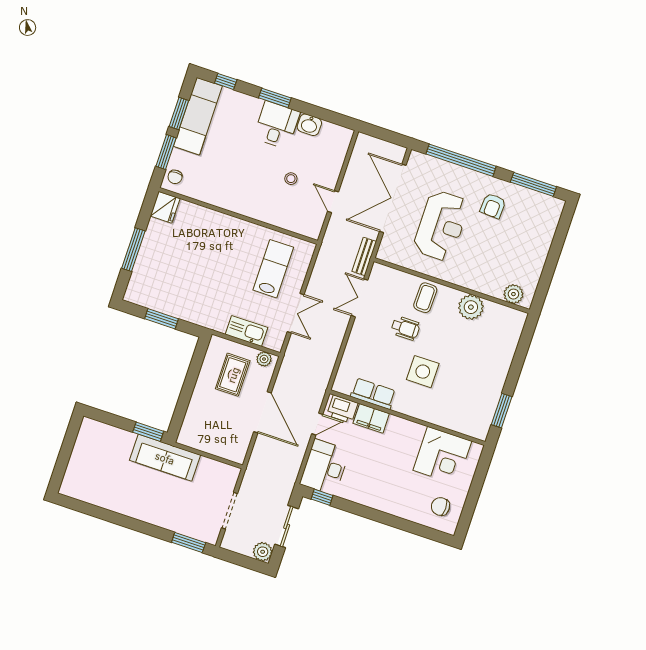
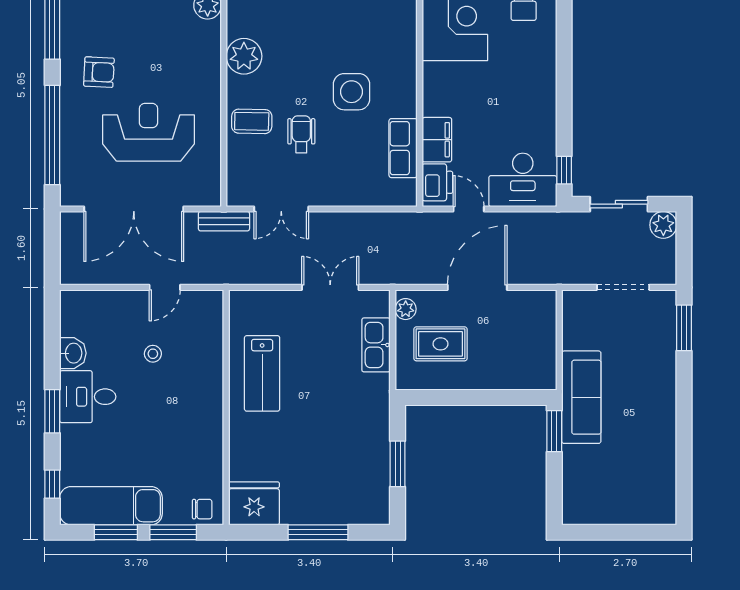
fridge: (165, 207) -> (254, 503), width x1.36, depth x1.34
lab bench: (273, 269) -> (262, 373), moved, turned -90

